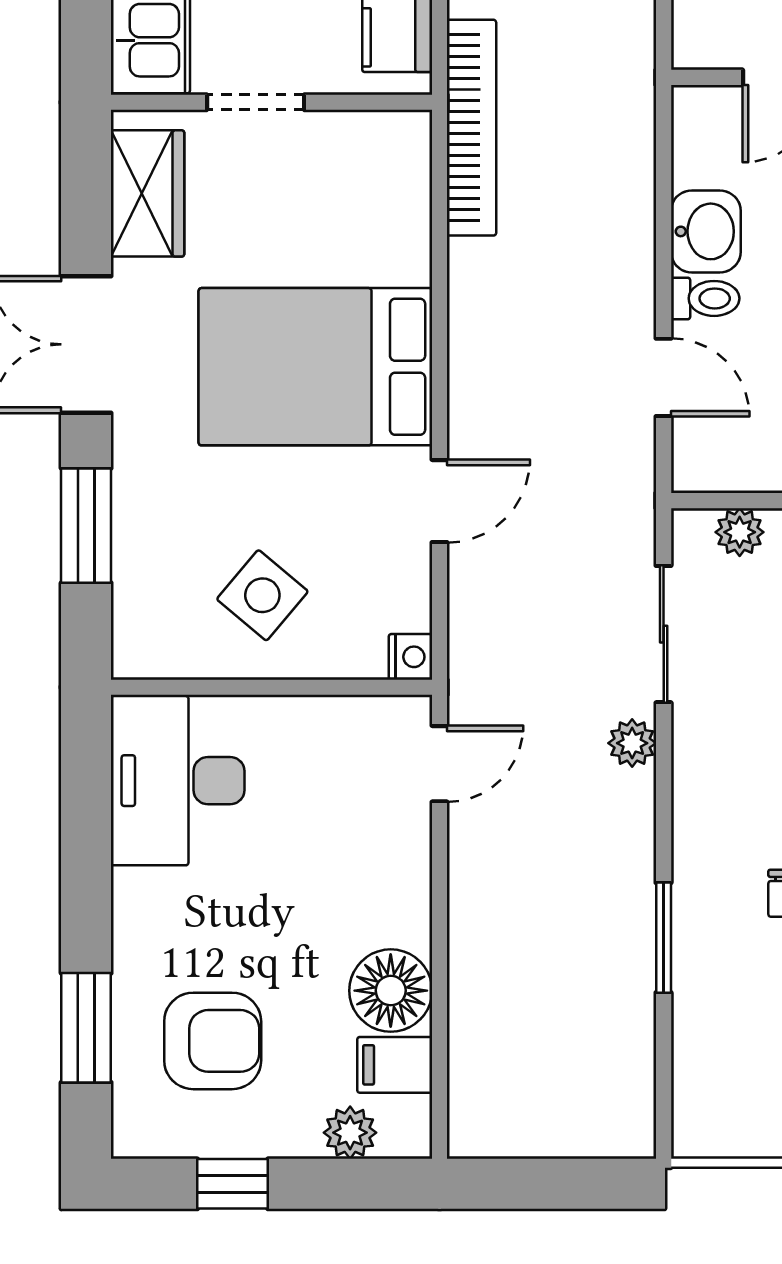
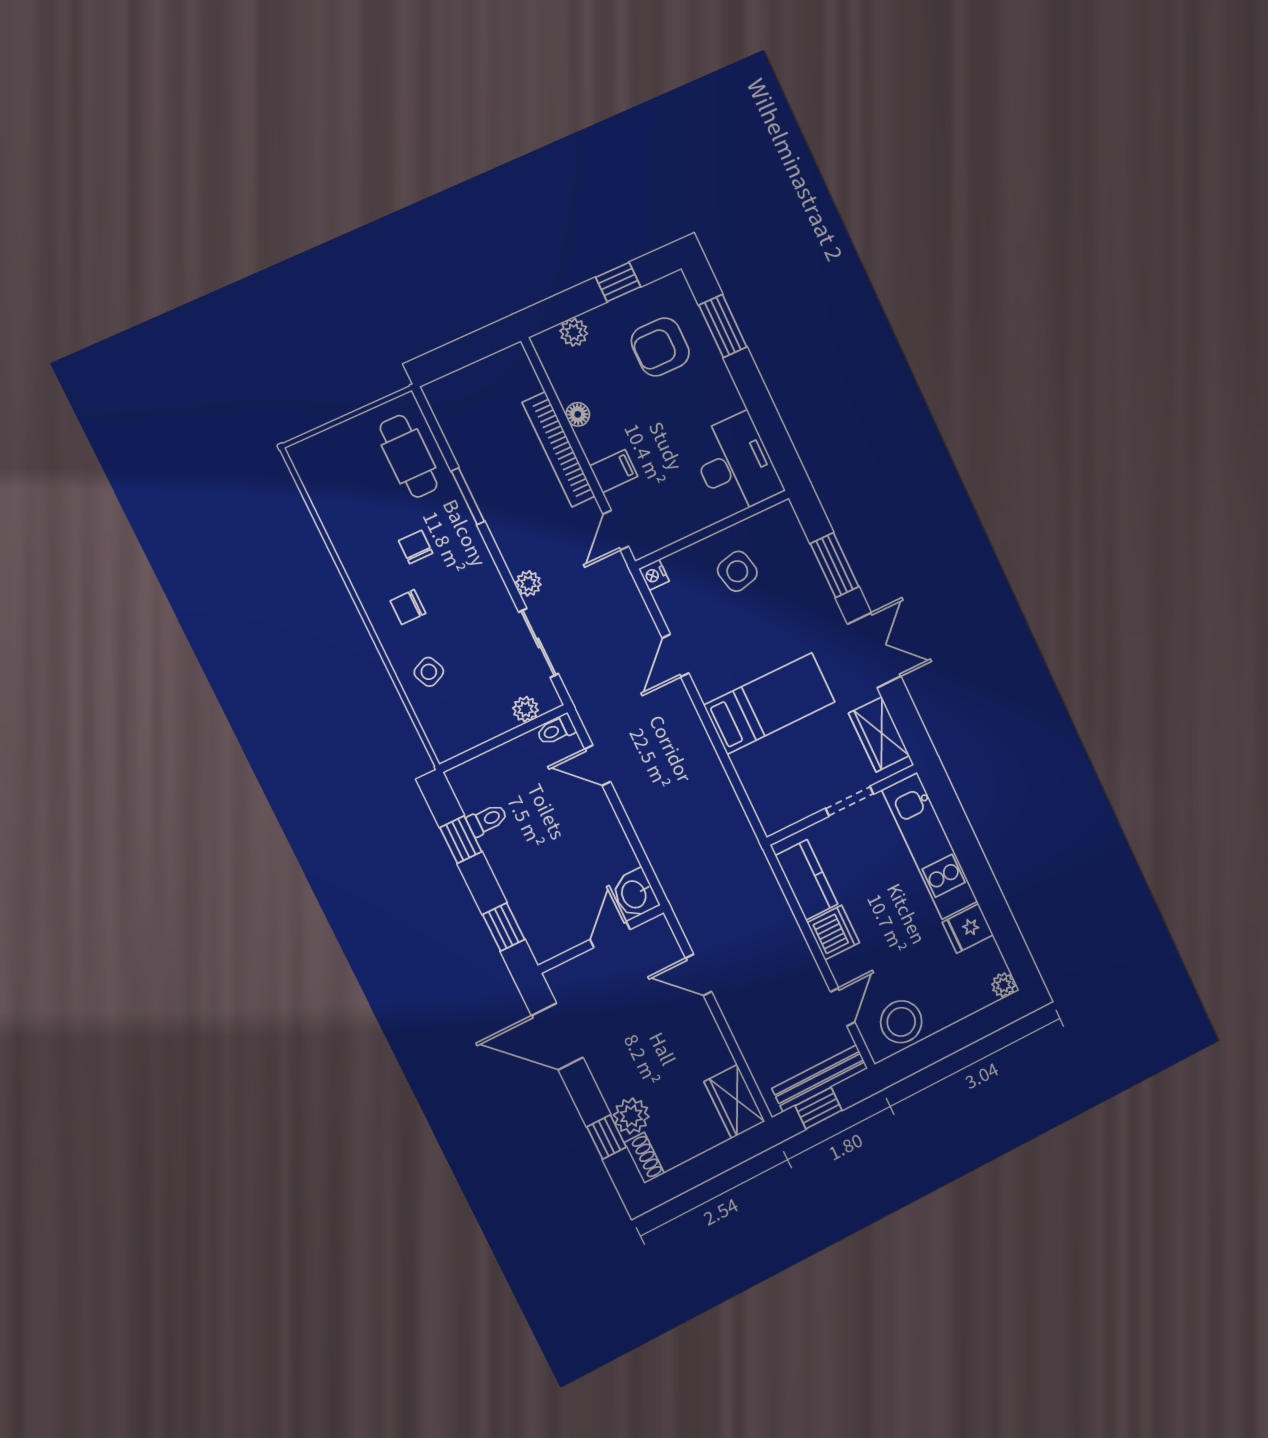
bookcase: (472, 128) -> (559, 449), moved
washbasin: (706, 231) -> (635, 894), moved
toilet: (705, 298) -> (556, 730), moved
bed: (315, 367) -> (769, 703), width x0.67
side table: (262, 595) -> (737, 571), turned 37
floor lamp: (391, 991) -> (578, 414), width x0.53, depth x0.53
cafe table: (731, 1050) -> (409, 456), added
filing cabinet: (395, 1065) -> (614, 471), moved

